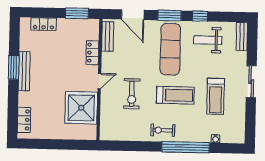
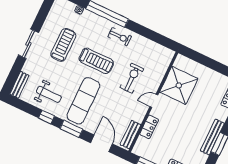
treadmill: (175, 95) -> (96, 61), turned 180

